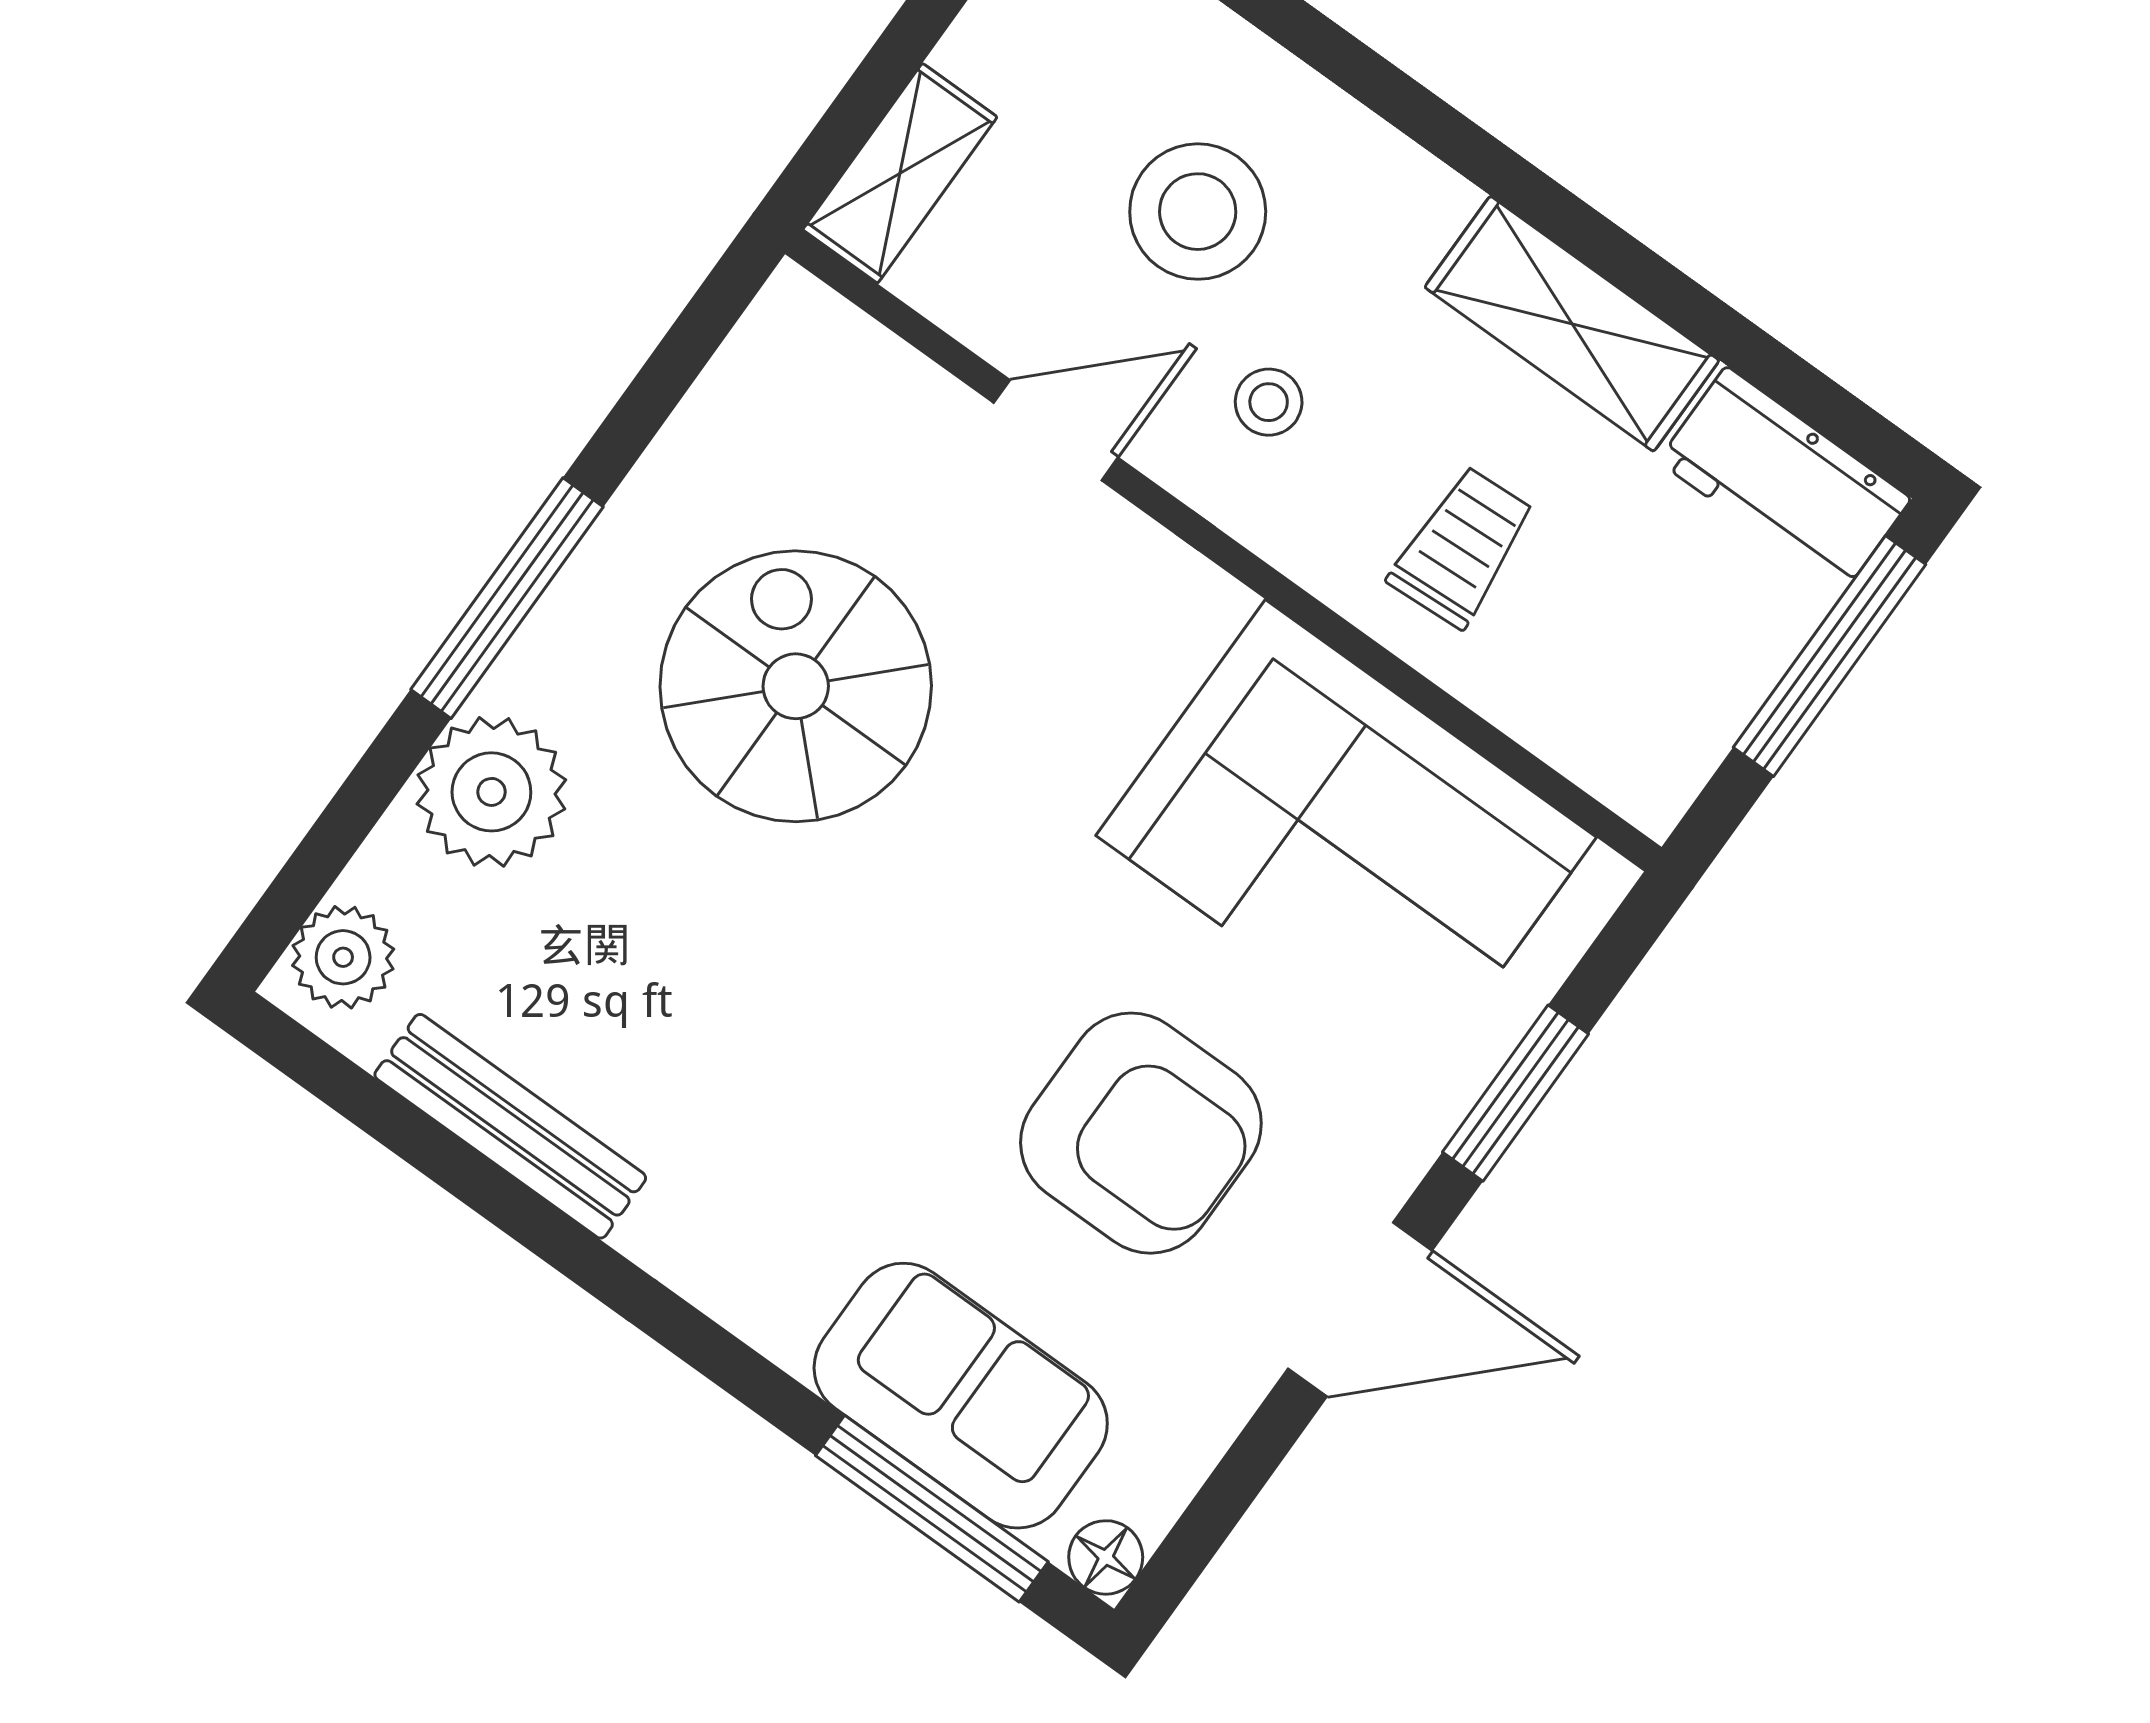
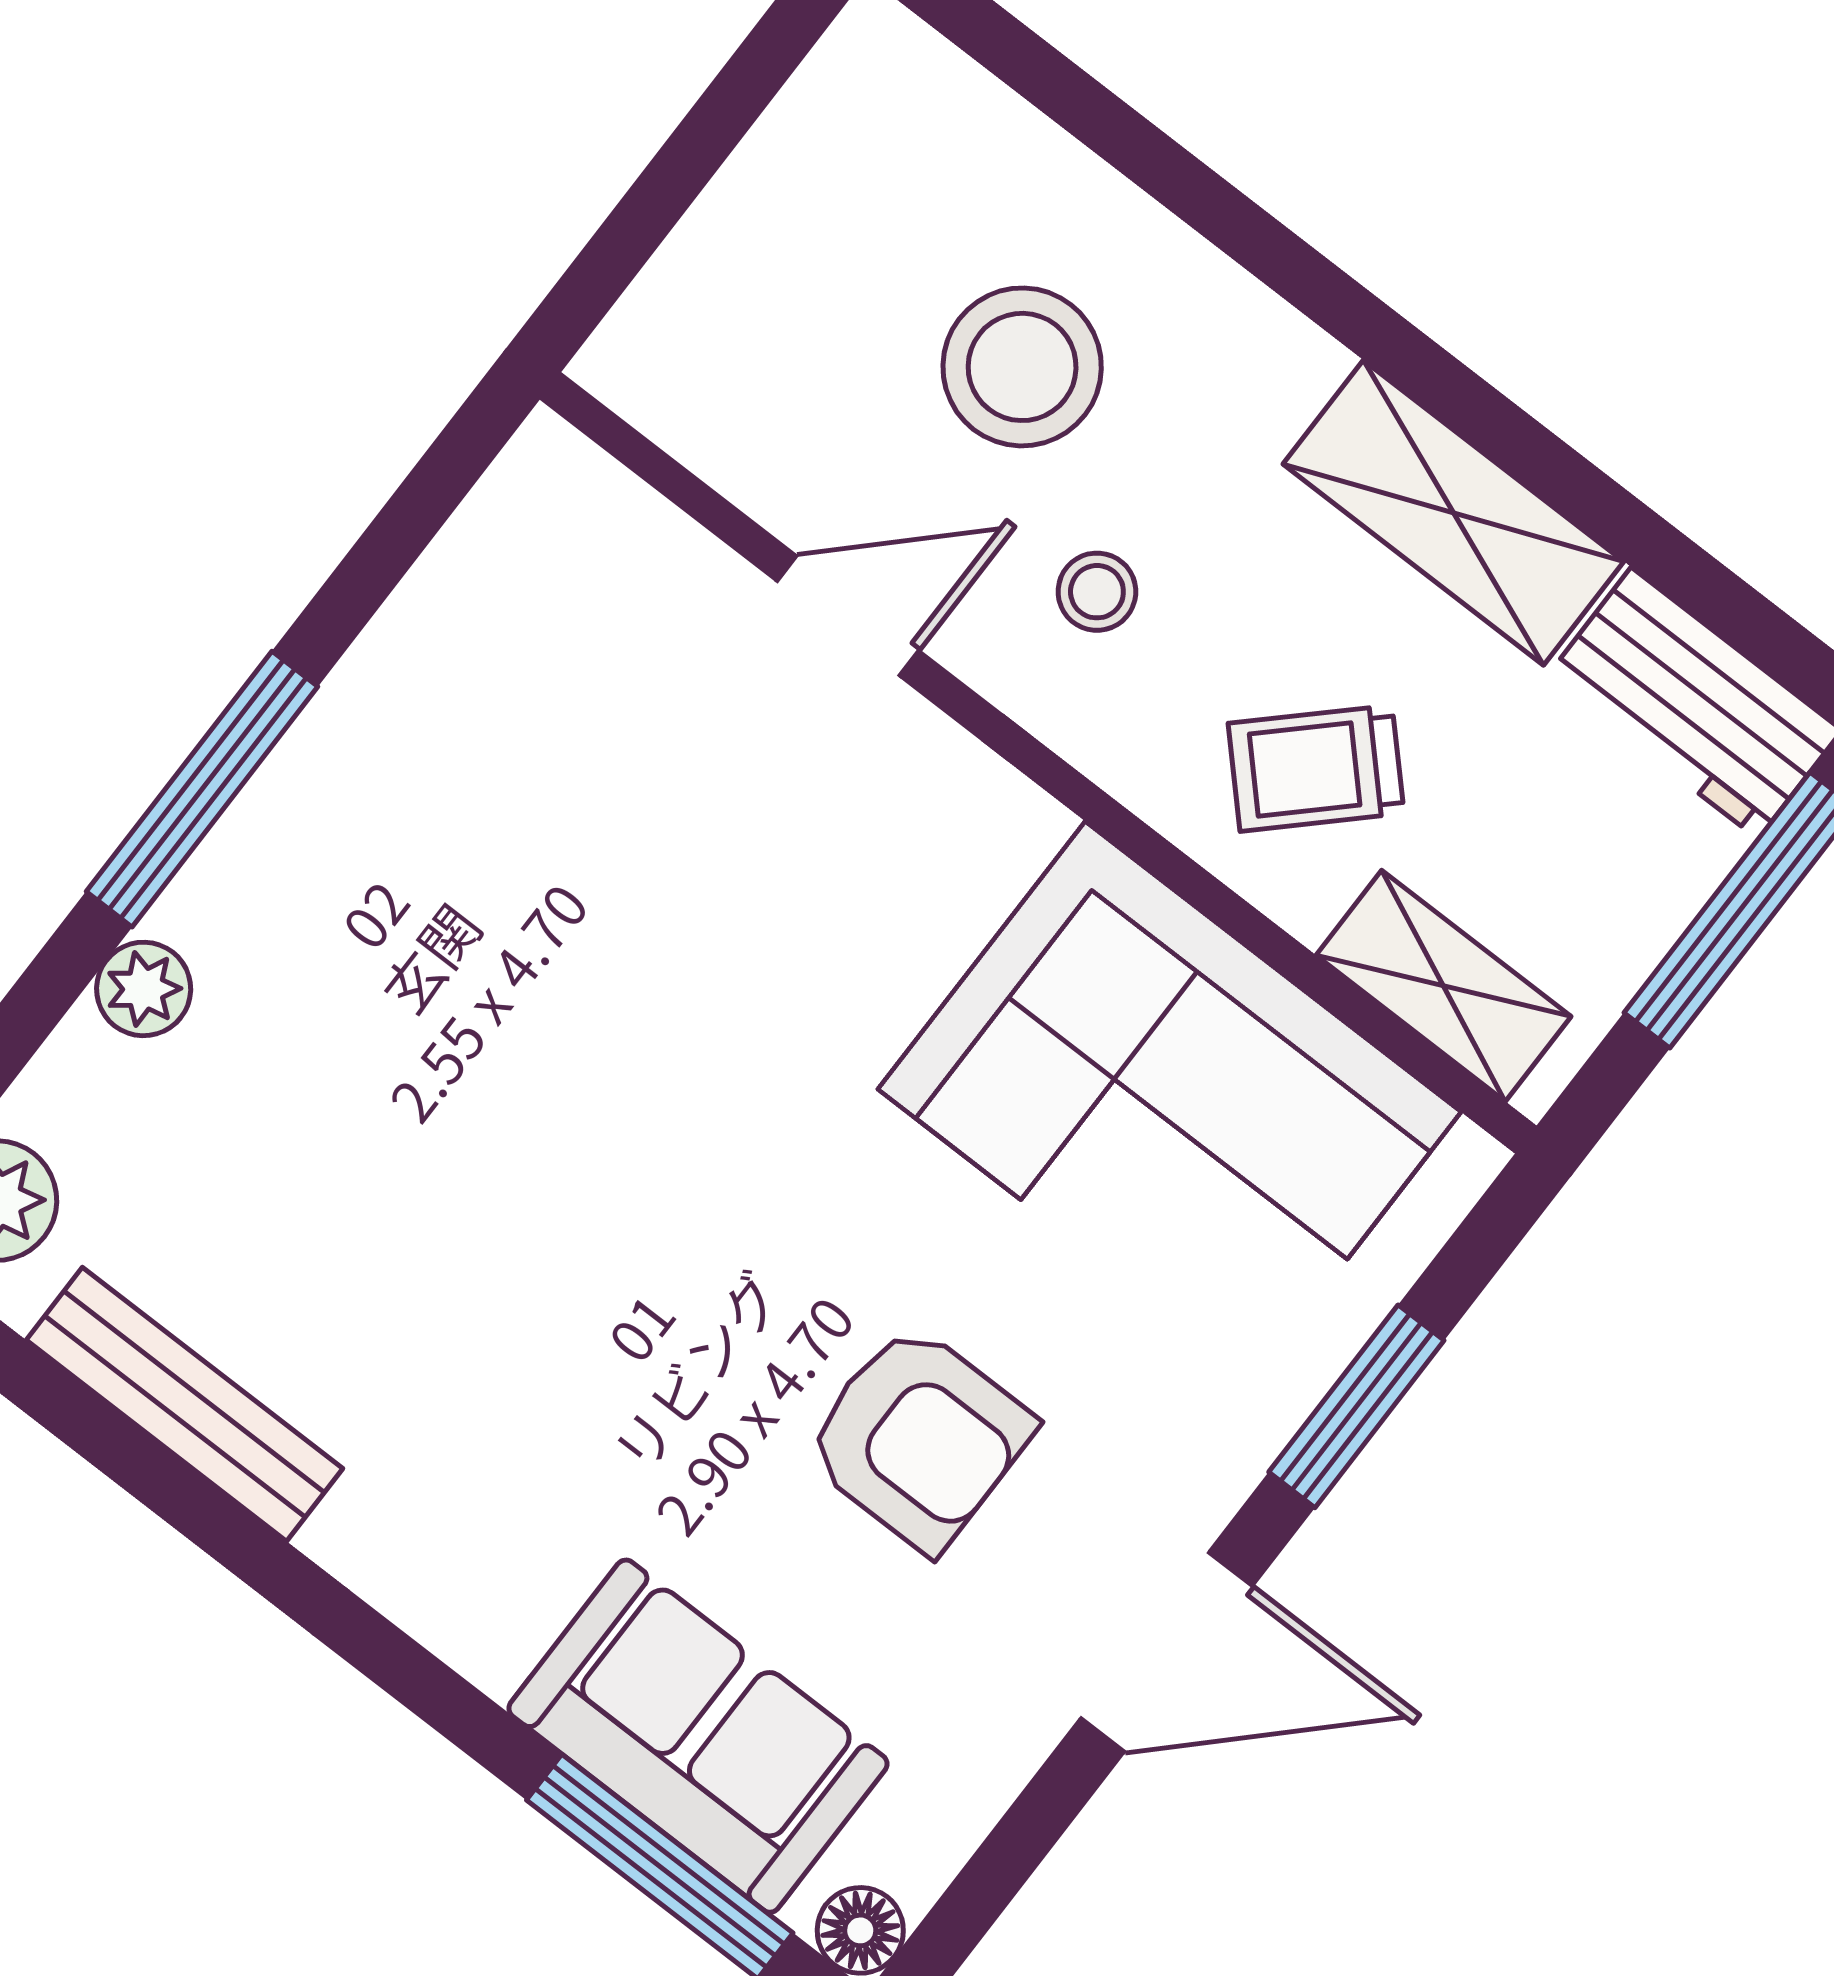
shelving: (900, 173) -> (1443, 986), moved, turned 90
trolley: (1462, 547) -> (1316, 768), turned -131
spiral stairs: (796, 686) -> (535, 903), removed
plant: (491, 792) -> (144, 989), width x0.53, depth x0.53
armchair: (1141, 1133) -> (919, 1438), width x0.73, depth x0.73

